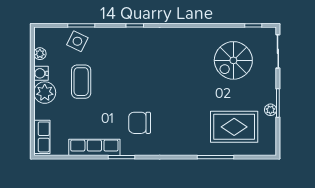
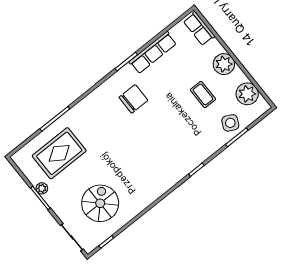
plant: (40, 54) -> (247, 94), width x1.87, depth x1.87
water cooler: (41, 73) -> (238, 76), removed
coffee table: (81, 82) -> (203, 95), width x0.73, depth x0.77

